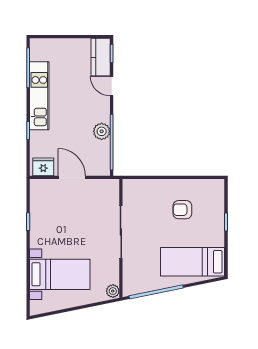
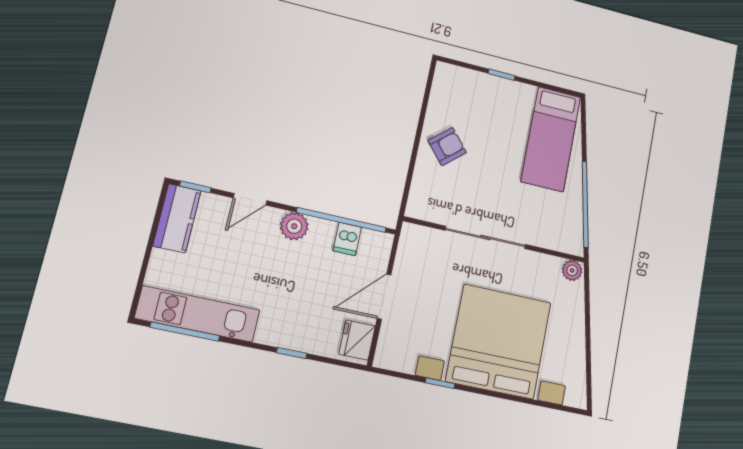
kitchen counter: (101, 57) -> (177, 218), moved, turned -90
kitchen unit: (39, 96) -> (198, 314), moved
plant: (102, 131) -> (294, 226), moved
dishwasher: (101, 148) -> (347, 239), added
armchair: (182, 210) -> (447, 146), moved, turned -131
bed with nightstands: (60, 274) -> (499, 342), width x1.85

